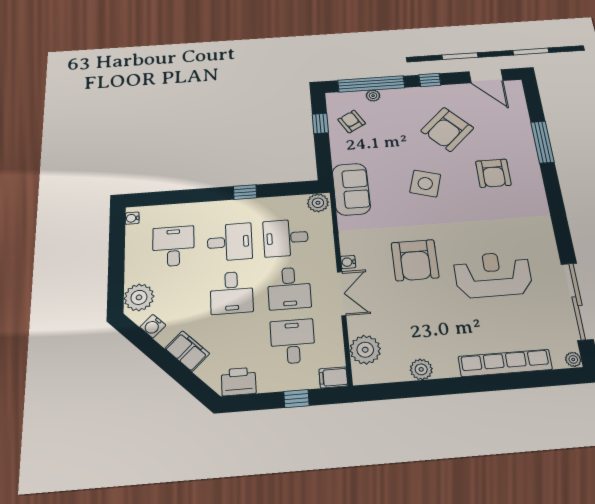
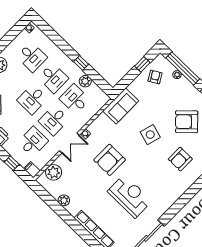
plant: (318, 203) -> (85, 81), moved
desk: (173, 246) -> (32, 57), turned 90

